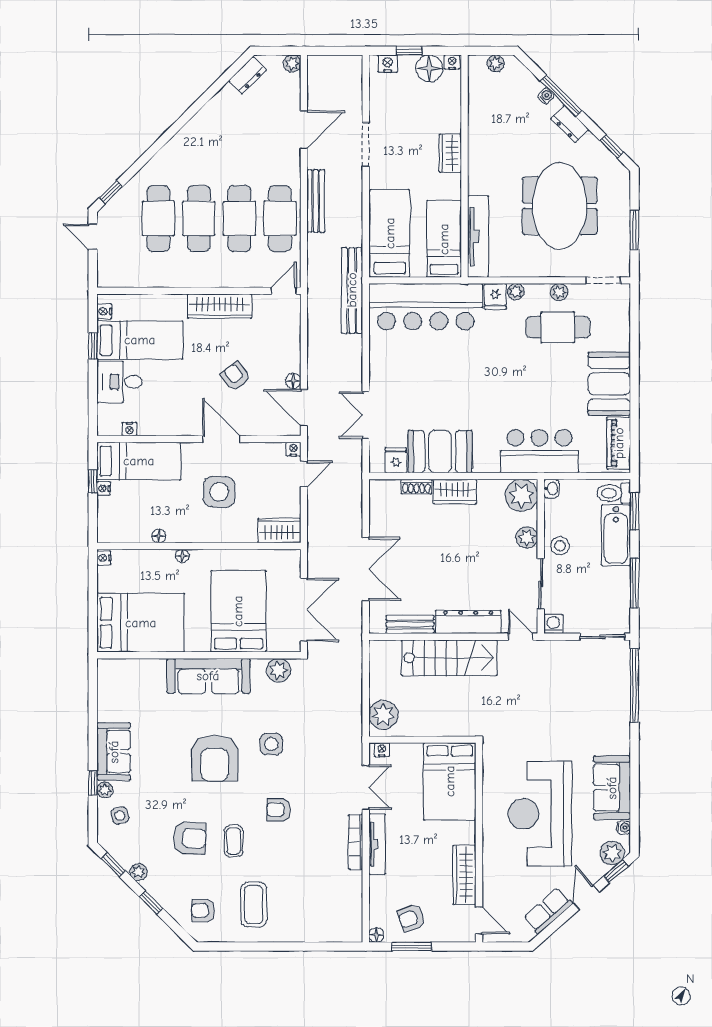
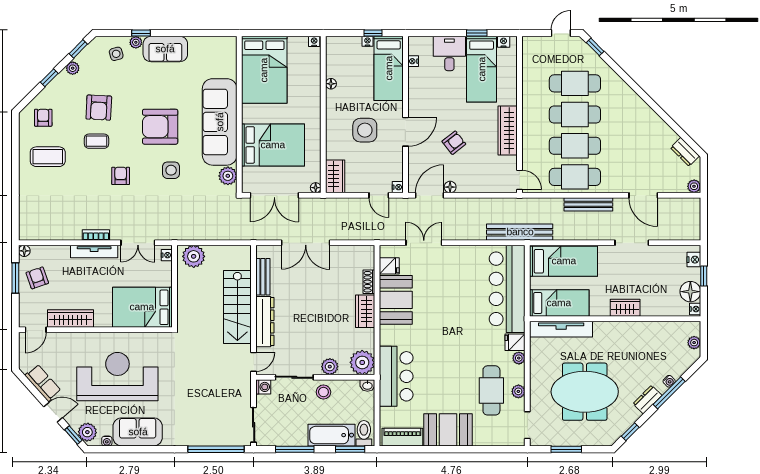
floor lamp: (182, 556) -> (316, 188), moved
sofa: (208, 676) -> (220, 122), width x1.36, depth x1.27
bookcase: (356, 842) -> (96, 235), width x0.64

